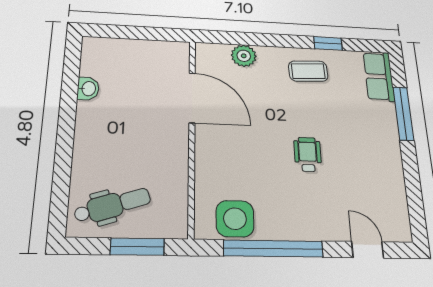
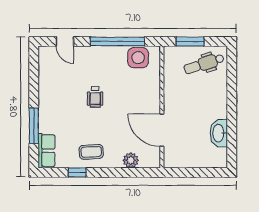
washbasin: (88, 89) -> (219, 133), width x1.91, depth x1.45

